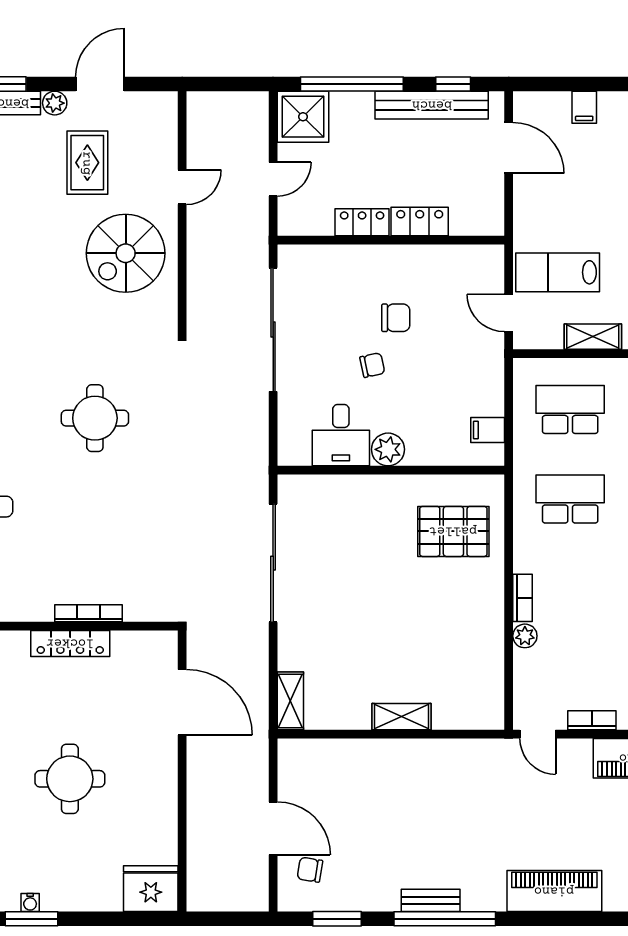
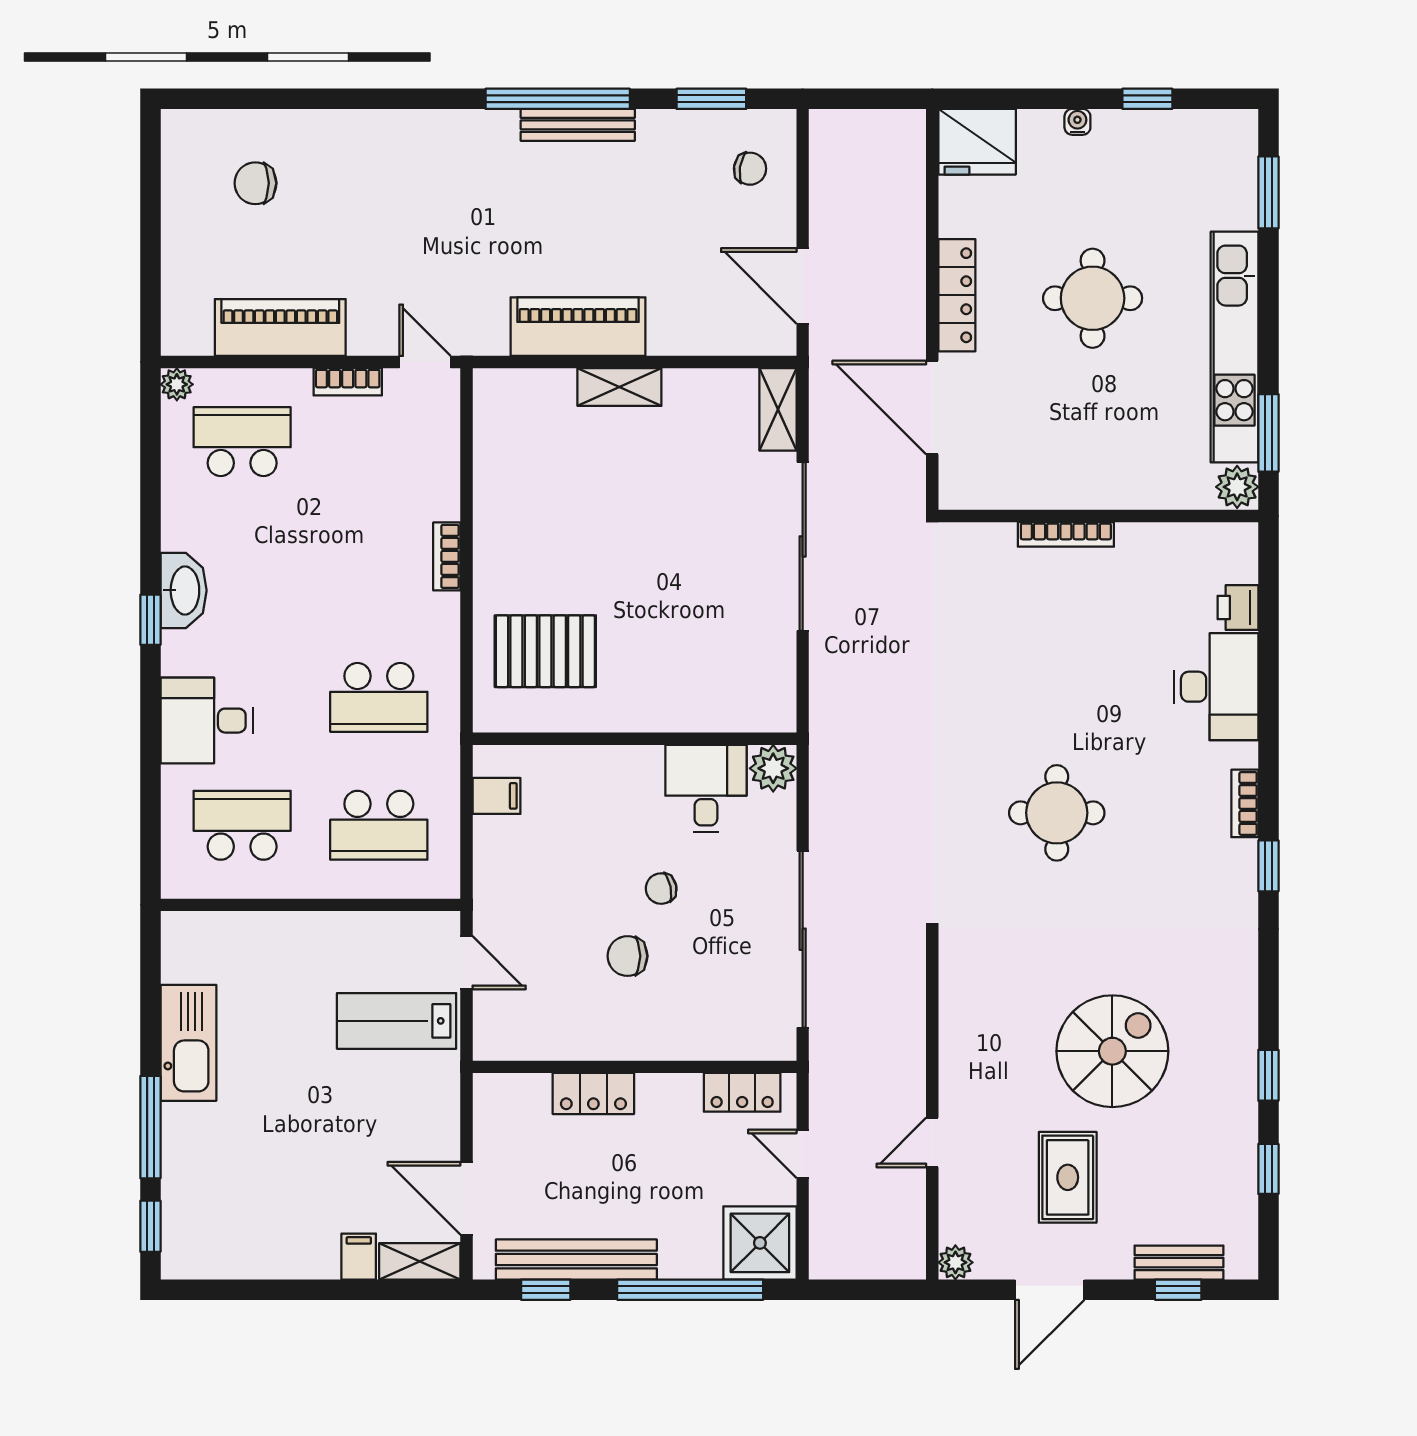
plant: (55, 103) -> (955, 1262), moved
door: (273, 179) -> (803, 1154), hinge flipped
locker: (362, 222) -> (742, 1092), moved
spiral stairs: (126, 253) -> (1112, 1051), moved
lab bench: (558, 272) -> (397, 1021), turned 180
shelving: (593, 337) -> (420, 1261), moved
plant: (388, 449) -> (773, 768), moved
sliding door: (273, 563) -> (803, 546), moved
plant: (525, 636) -> (443, 502), removed
locker: (70, 643) -> (957, 295), moved, turned 90
door: (273, 828) -> (803, 286), moved
piano: (554, 891) -> (578, 327), moved, turned 180
bench: (431, 900) -> (578, 125), width x1.36
water cooler: (30, 902) -> (1077, 122), moved
window: (31, 919) -> (1147, 99), width x0.67

